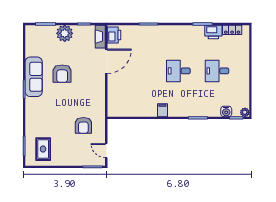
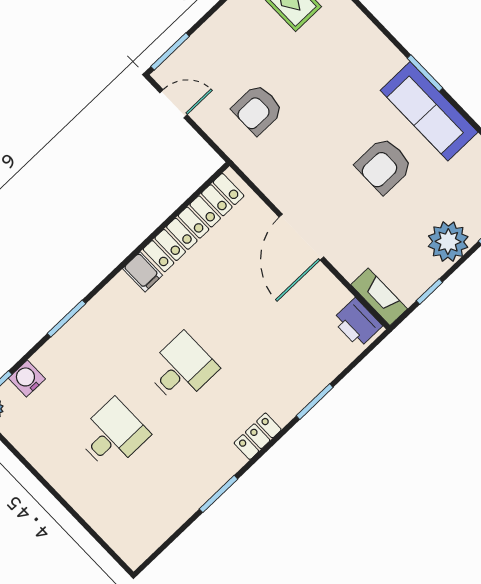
locker: (232, 30) -> (258, 436), moved
printer: (213, 32) -> (185, 498), removed
door: (106, 61) -> (301, 237), moved
armchair: (62, 74) -> (384, 165), turned -90
locker: (134, 110) -> (194, 223), added
armchair: (83, 125) -> (258, 109), turned -90

